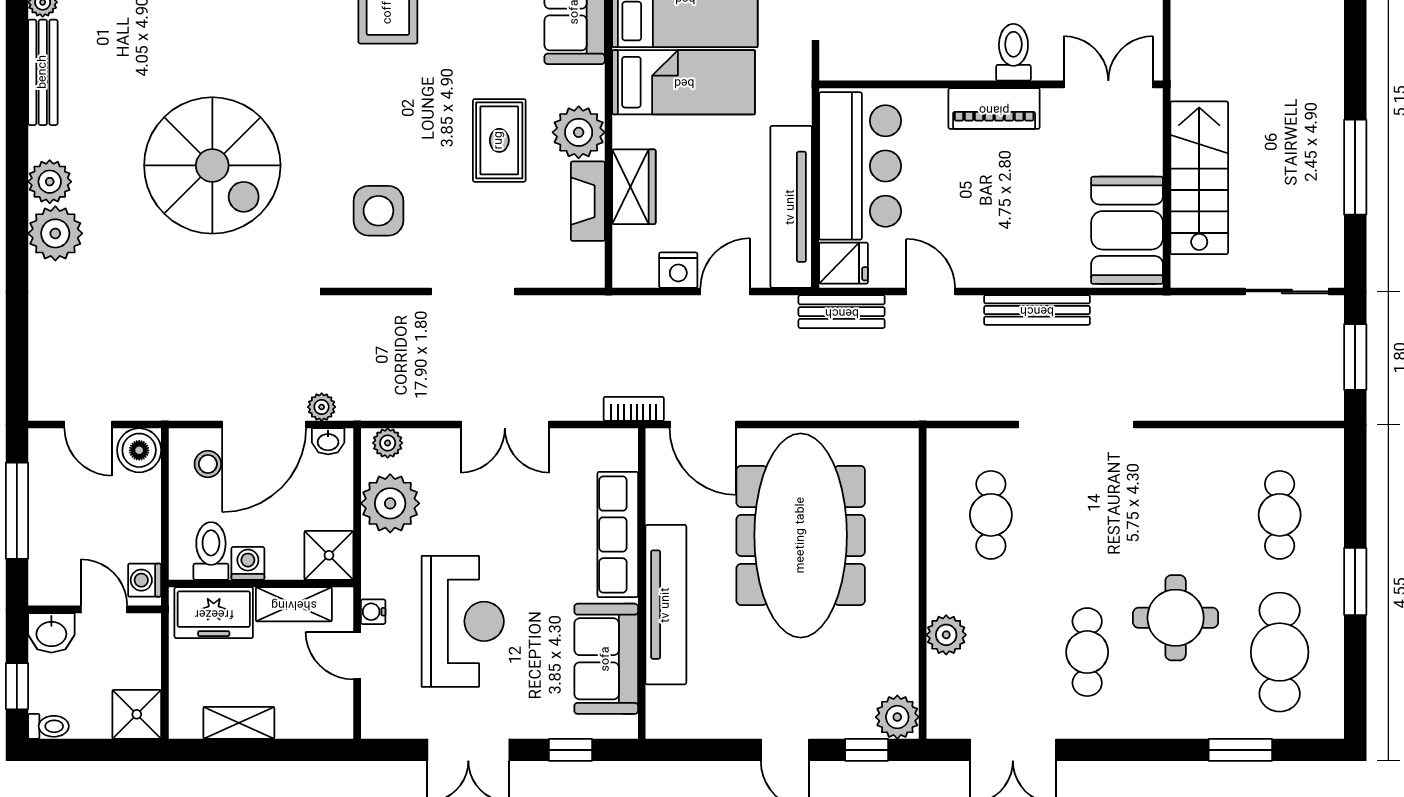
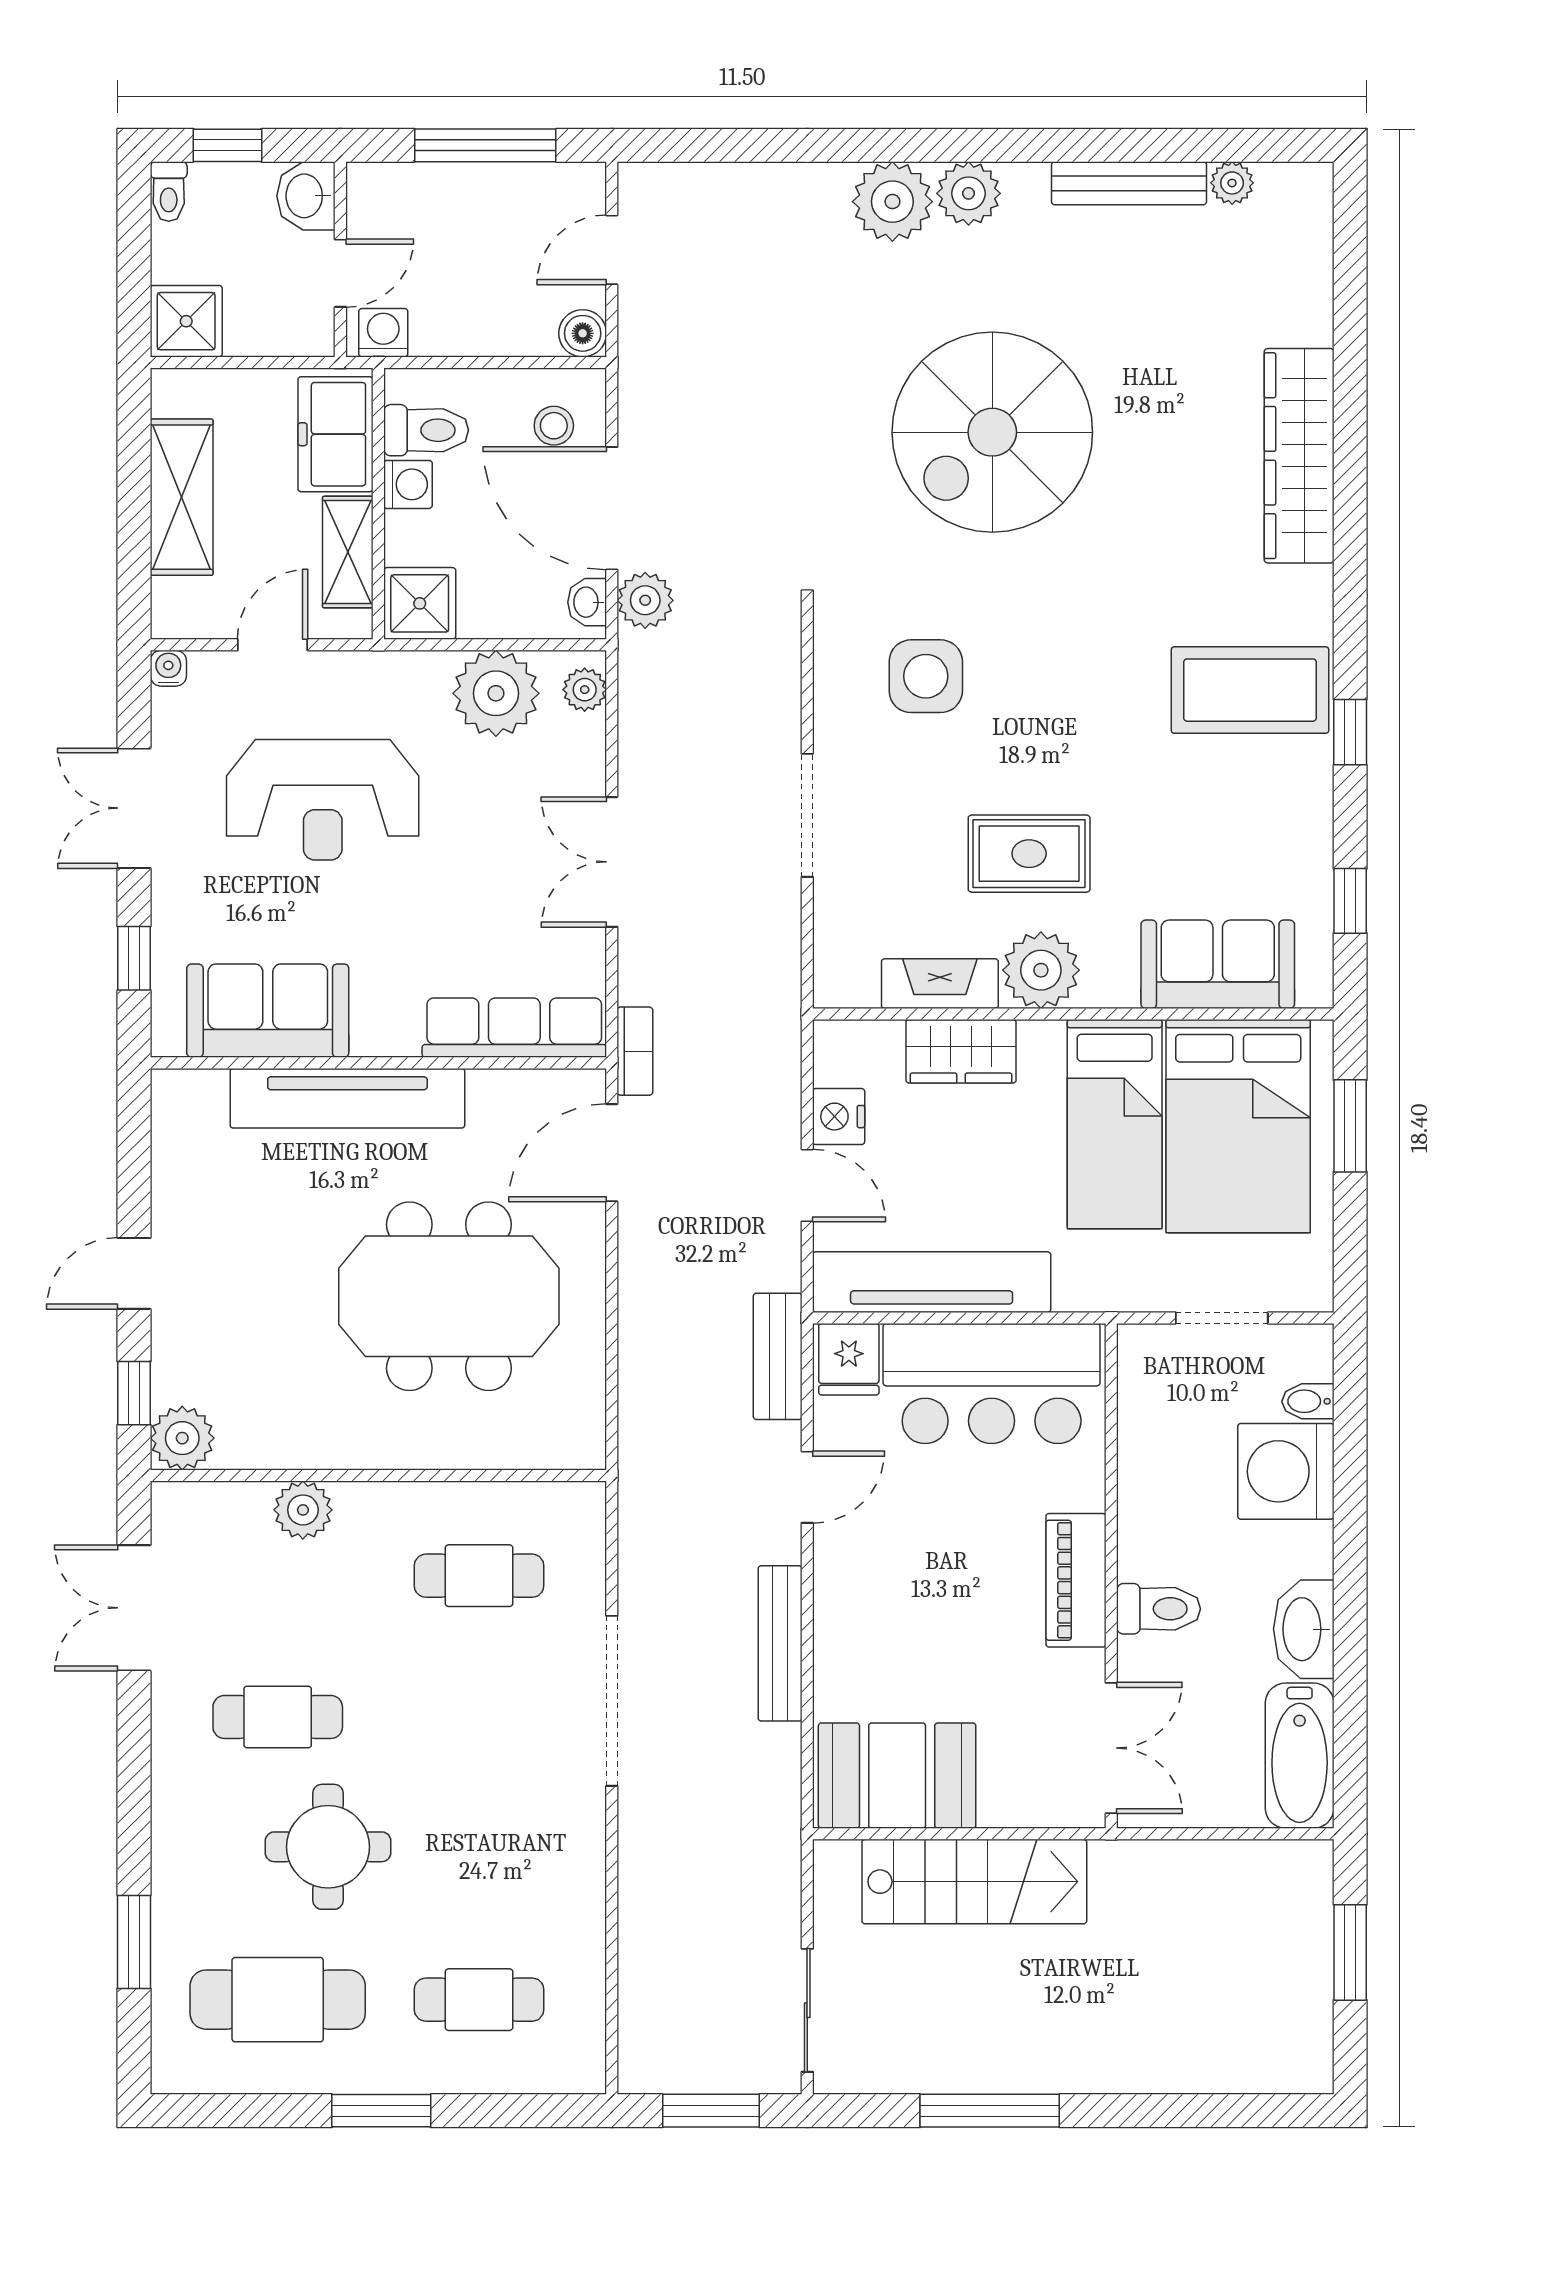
plant: (322, 407) -> (645, 600), width x1.38, depth x1.38
boiler: (139, 450) -> (583, 333), width x0.73, depth x0.73
row of seats: (618, 534) -> (514, 1028), moved
meeting table: (801, 535) -> (449, 1296), width x0.73
water cooler: (373, 612) -> (168, 668), moved
shelving: (239, 723) -> (182, 497), width x1.50, depth x1.33

